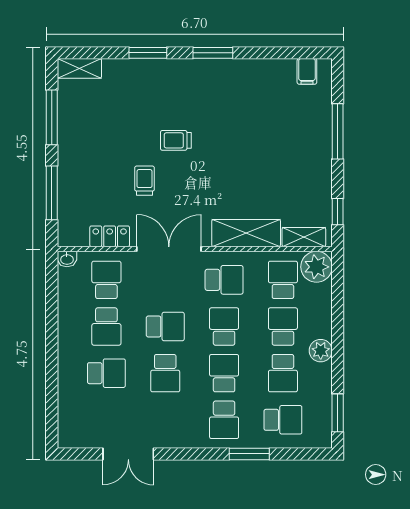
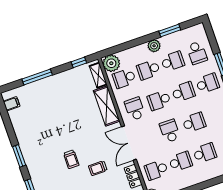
school desk: (106, 373) -> (205, 153), turned 90
school desk: (224, 373) -> (183, 92), turned 180
window: (338, 413) -> (170, 30), moved
school desk: (283, 420) -> (197, 53), turned 180

